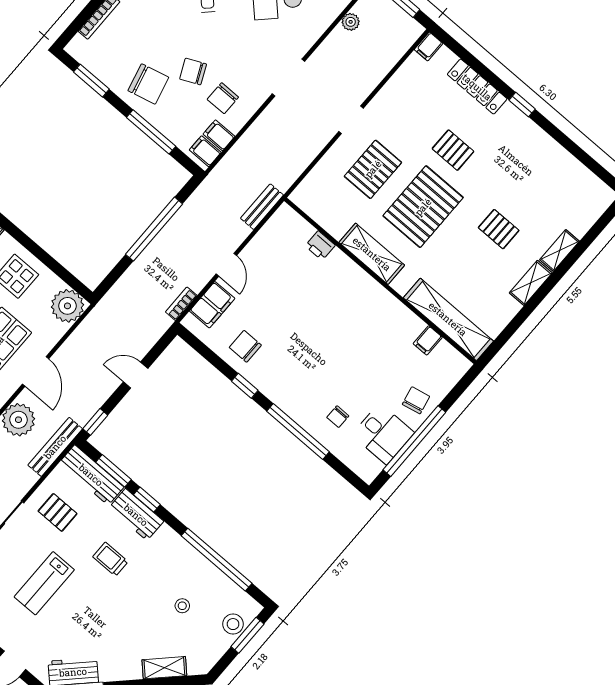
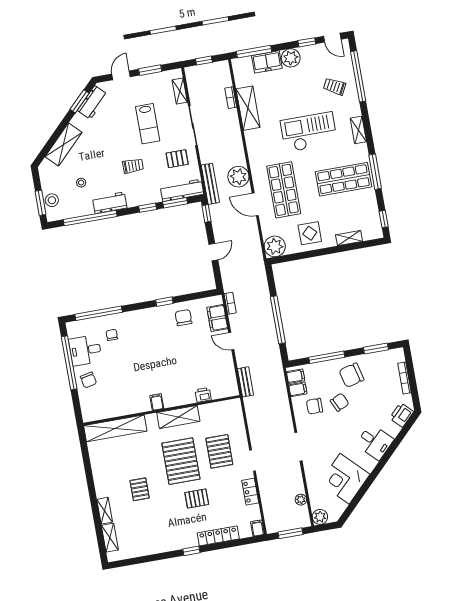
locker: (391, 92) -> (250, 492), added
chair: (223, 98) -> (315, 406), turned -90
pallet: (499, 229) -> (140, 489), turned 90
shelving: (531, 283) -> (110, 538), moved
filing cabinet: (428, 340) -> (157, 402), moved
chair: (245, 346) -> (184, 318), turned -90
window: (298, 432) -> (99, 313), moved
workbench: (136, 515) -> (110, 203), moved
lab bench: (44, 583) -> (148, 124), turned 180
shelving: (164, 668) -> (64, 144), width x1.50, depth x1.33

